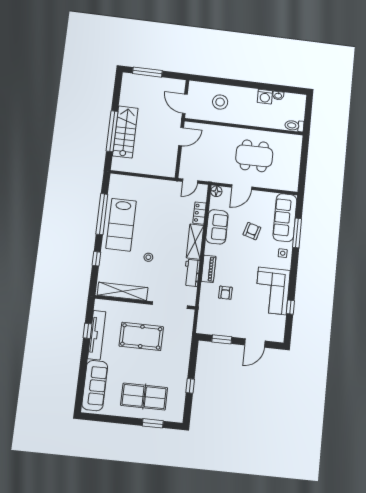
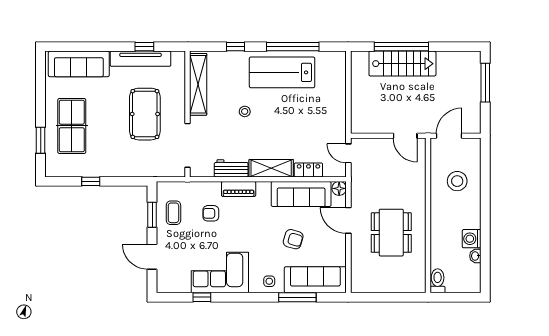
sofa: (217, 227) -> (301, 194), width x1.36
coffee table: (222, 322) -> (173, 213), added

